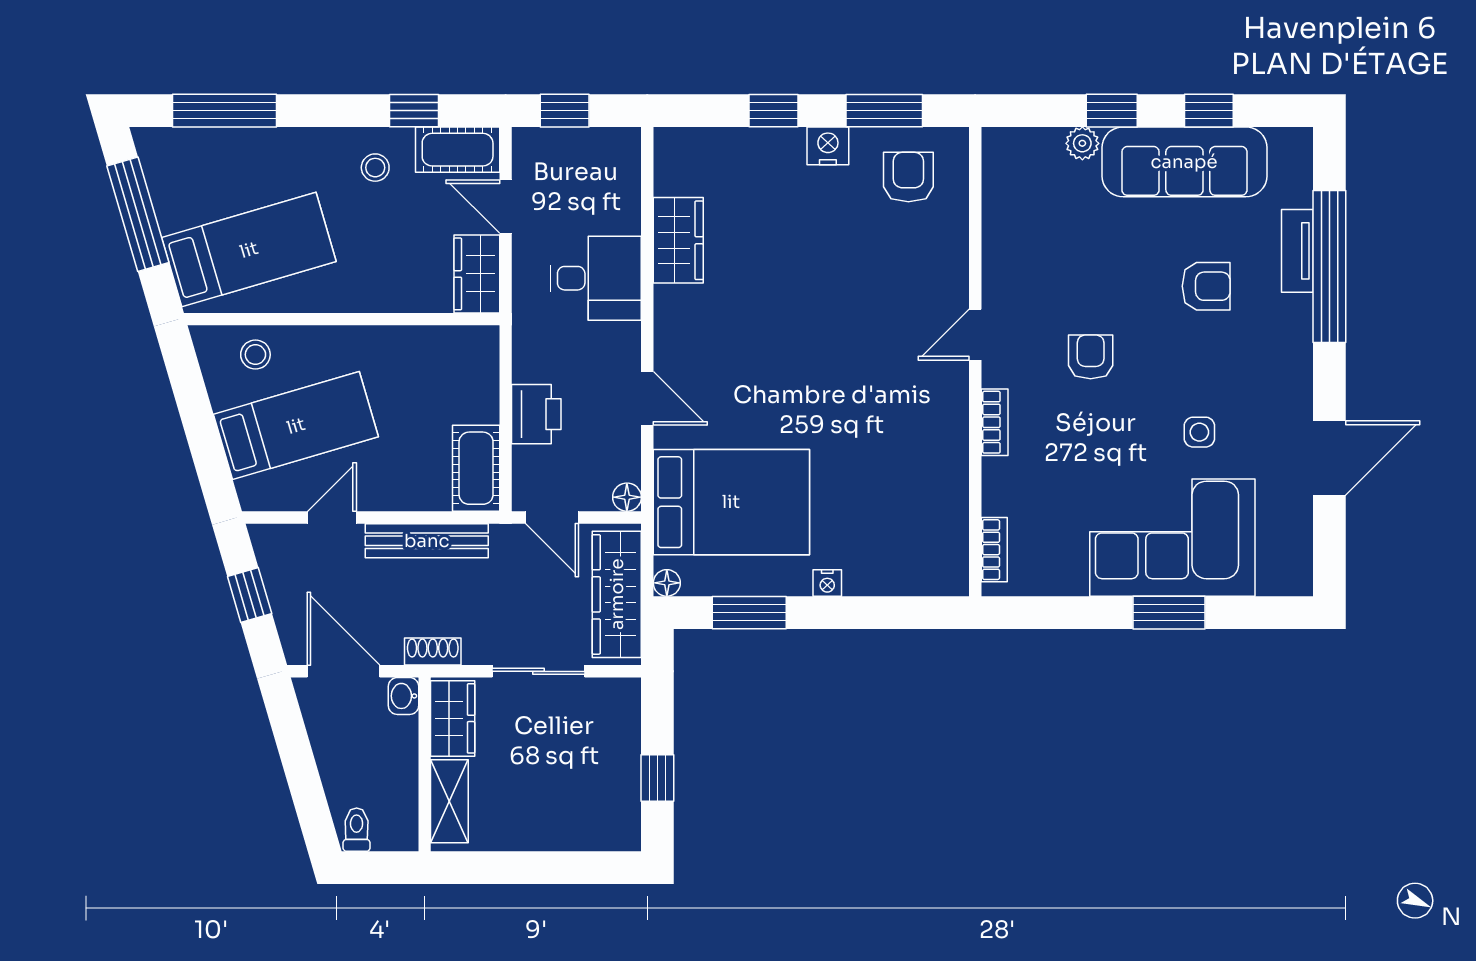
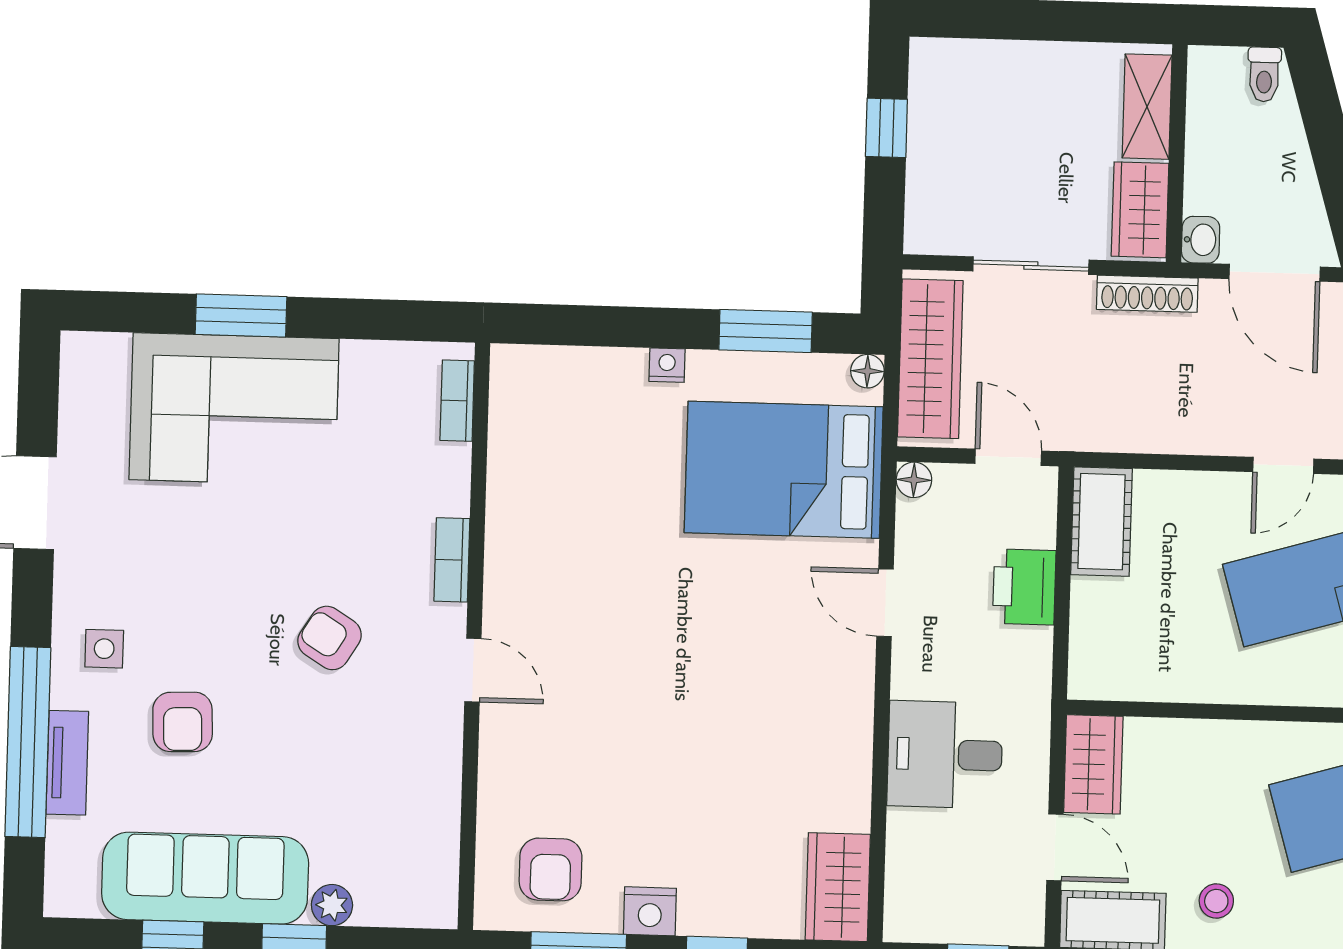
wardrobe: (678, 240) -> (838, 887), moved
armchair: (1206, 286) -> (183, 722), turned -92
door: (975, 335) -> (473, 670), hinge flipped
armchair: (1091, 357) -> (330, 638), turned 122
side table: (1199, 432) -> (104, 649), moved
bench: (427, 541) -> (1166, 433), removed
shoe rack: (433, 652) -> (1147, 294), width x1.43

